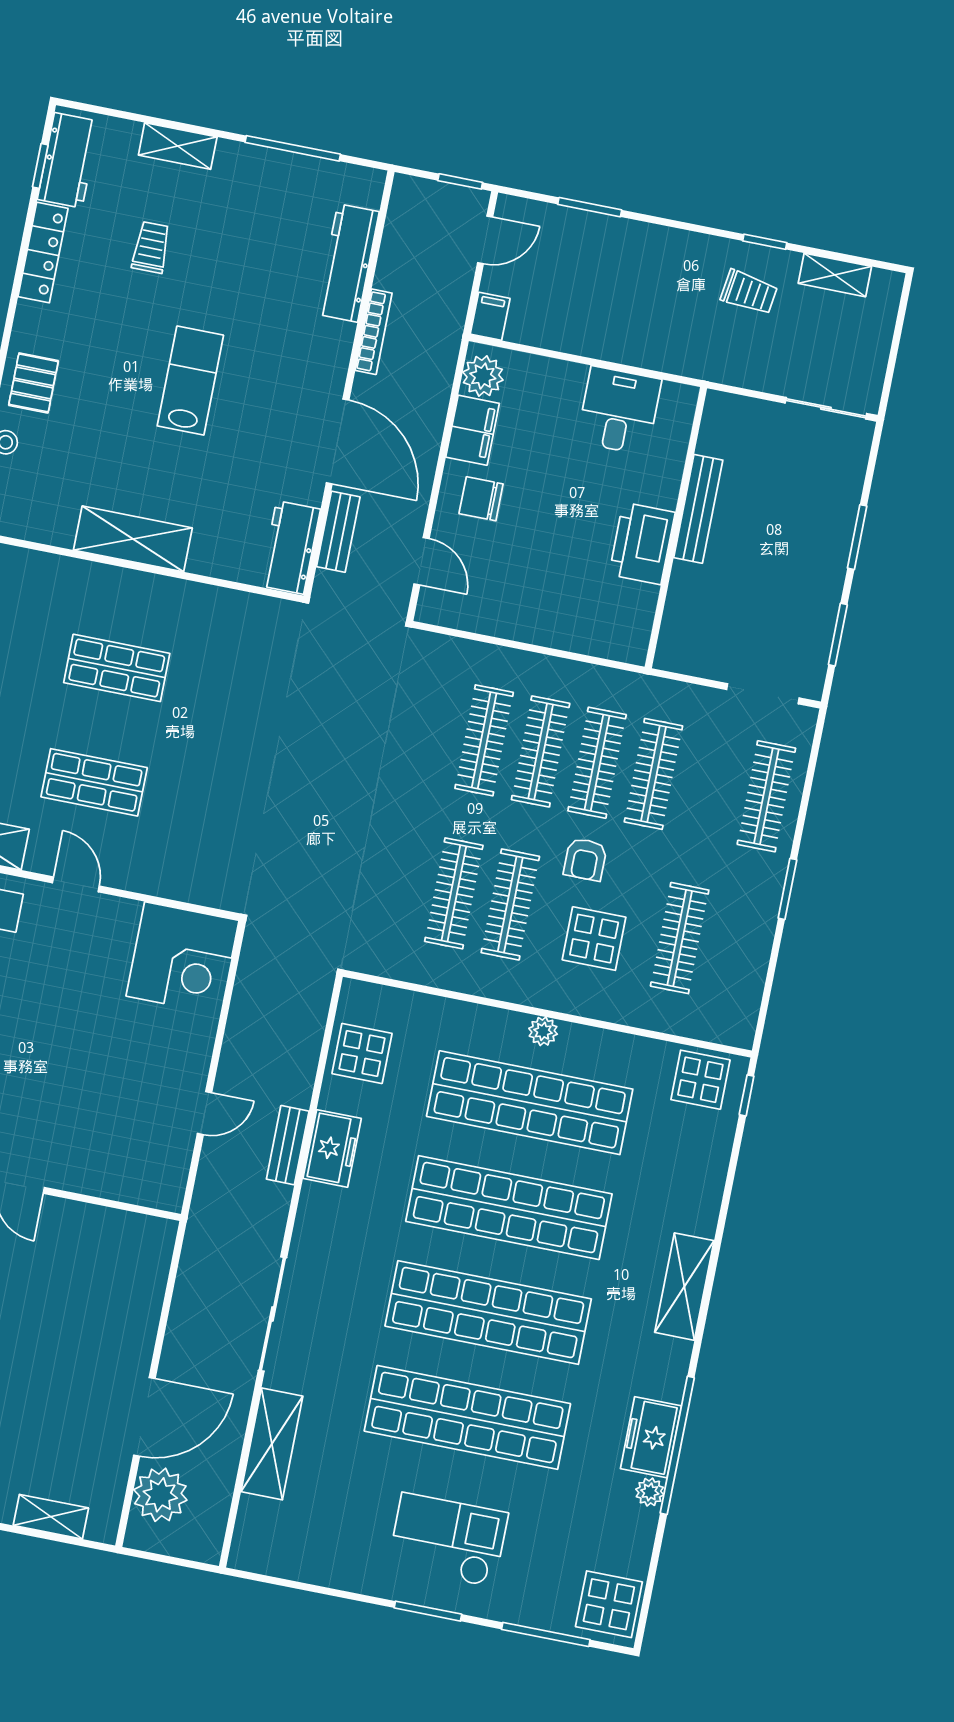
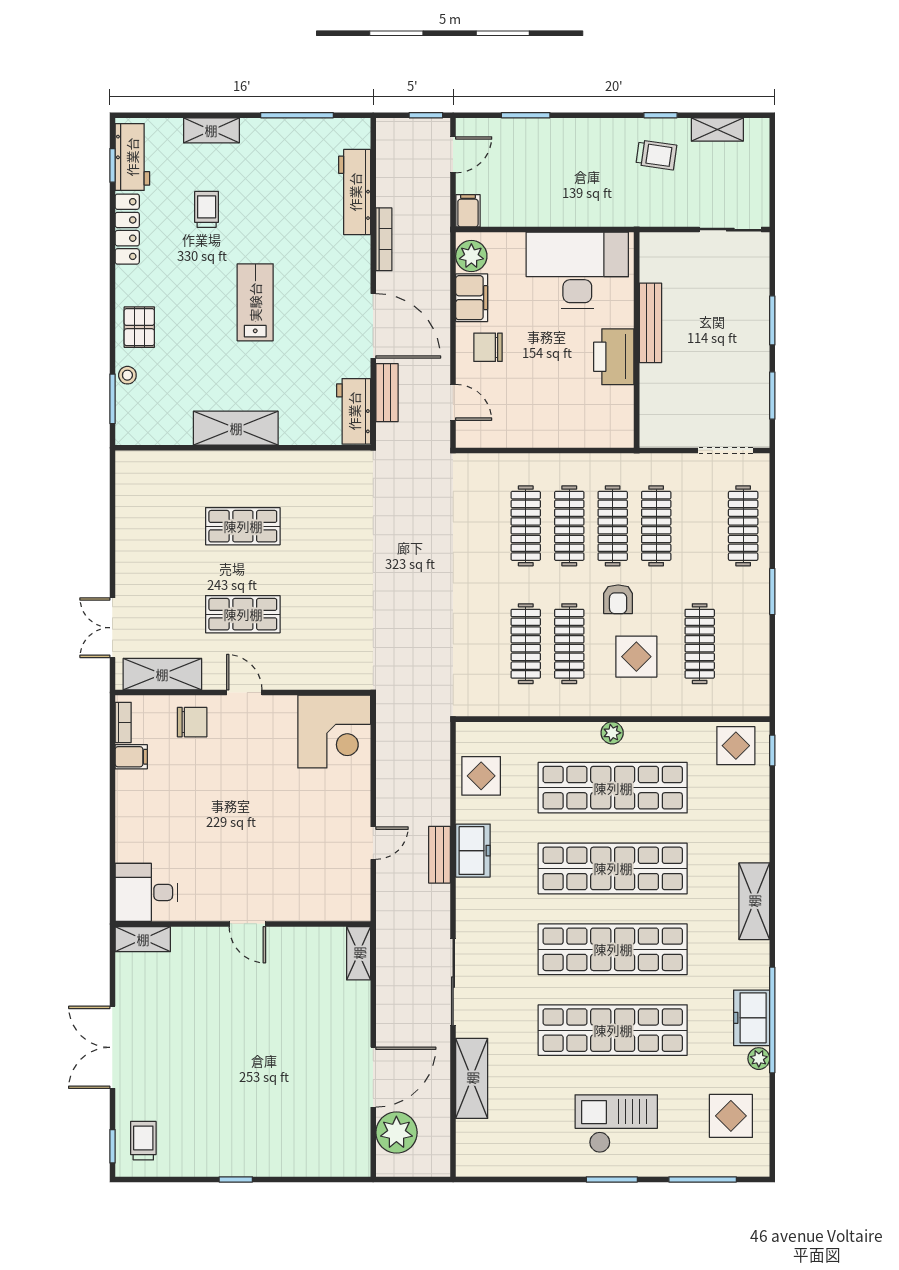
desk: (619, 411) -> (577, 271), width x1.87, depth x1.30
shelving: (51, 1517) -> (359, 953), moved, turned 90
display table: (609, 1604) -> (731, 1116), moved

